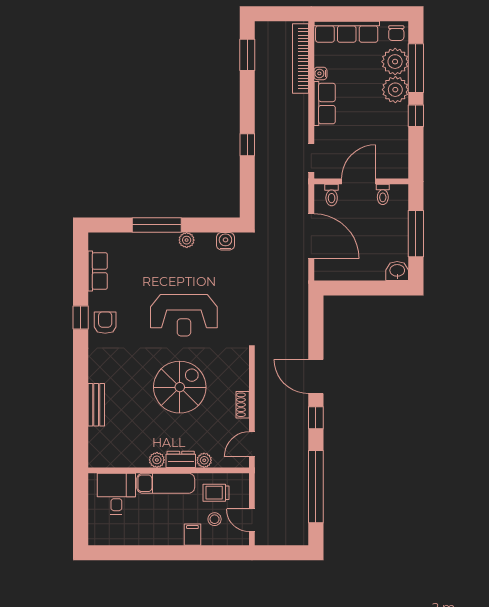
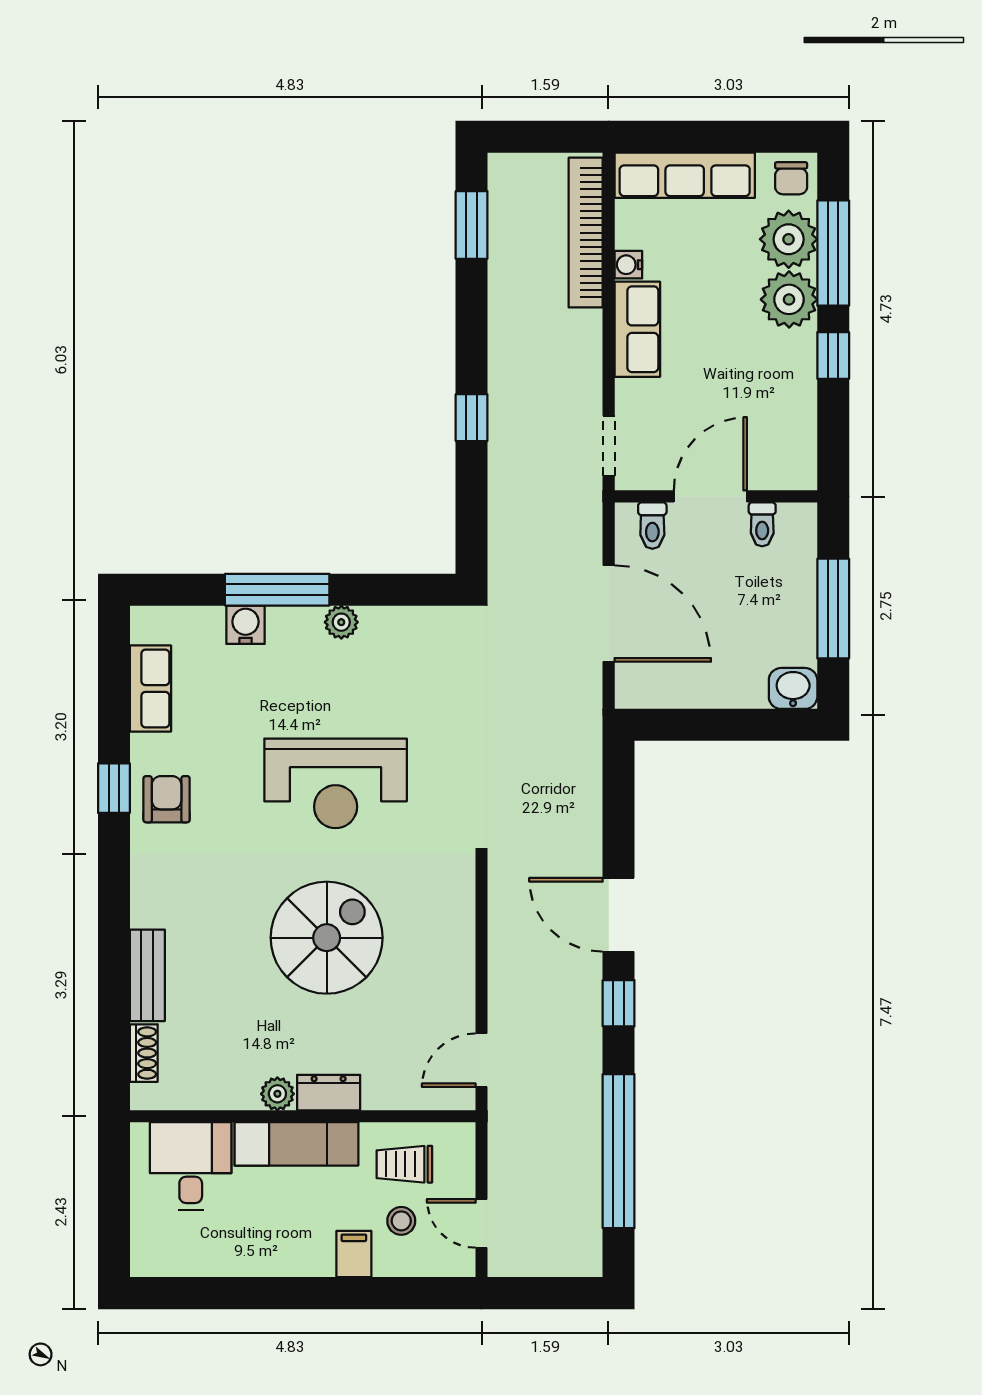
water cooler: (225, 241) -> (246, 625), moved
shoe rack: (243, 405) -> (144, 1053), moved, turned 180
plant: (204, 460) -> (379, 1094), removed

